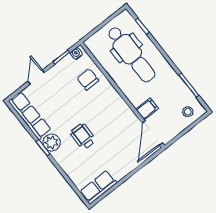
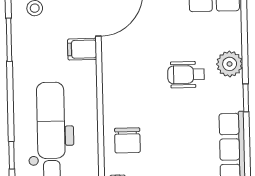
wheelchair: (83, 136) -> (186, 75), turned 90
plant: (52, 142) -> (230, 64), moved

